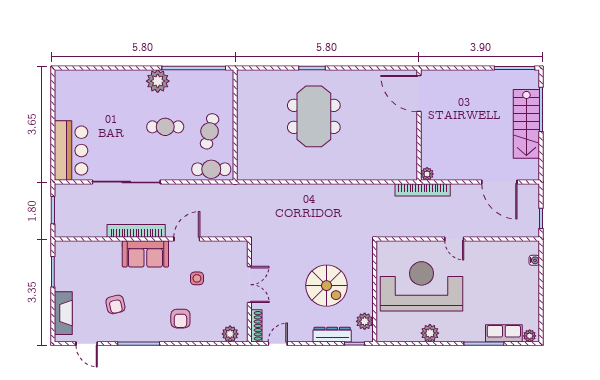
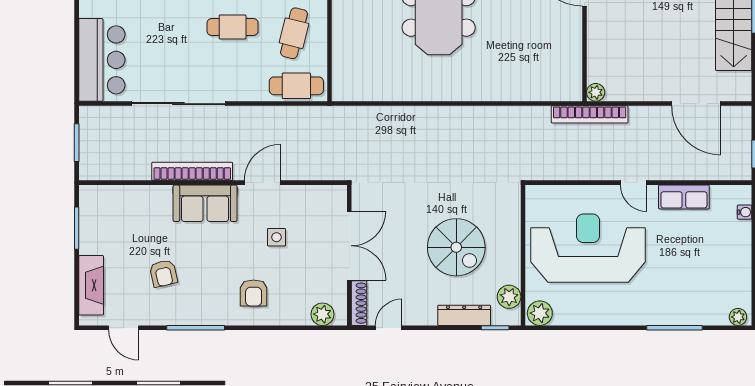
double door: (249, 285) -> (349, 246), width x1.37
plant: (430, 333) -> (540, 313), moved
row of seats: (504, 333) -> (684, 197), moved, turned 180

